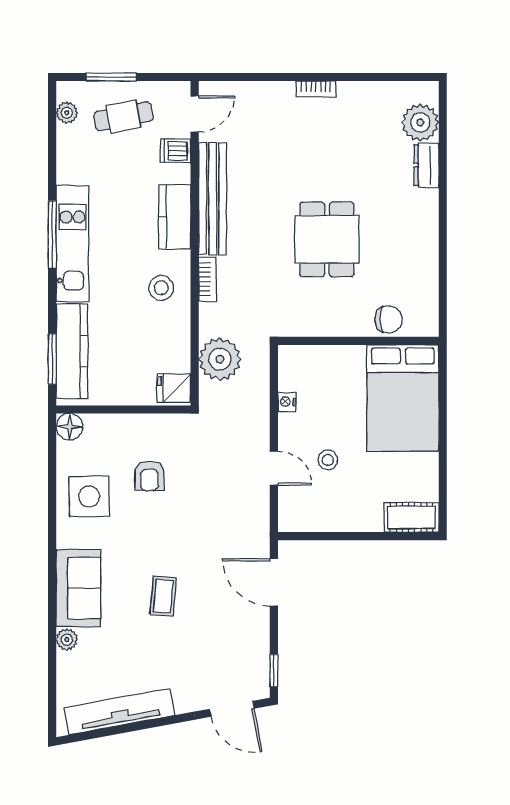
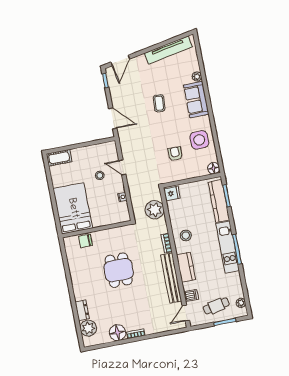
floor lamp: (356, 99) -> (118, 333), added
door: (232, 709) -> (120, 61), swing flipped

